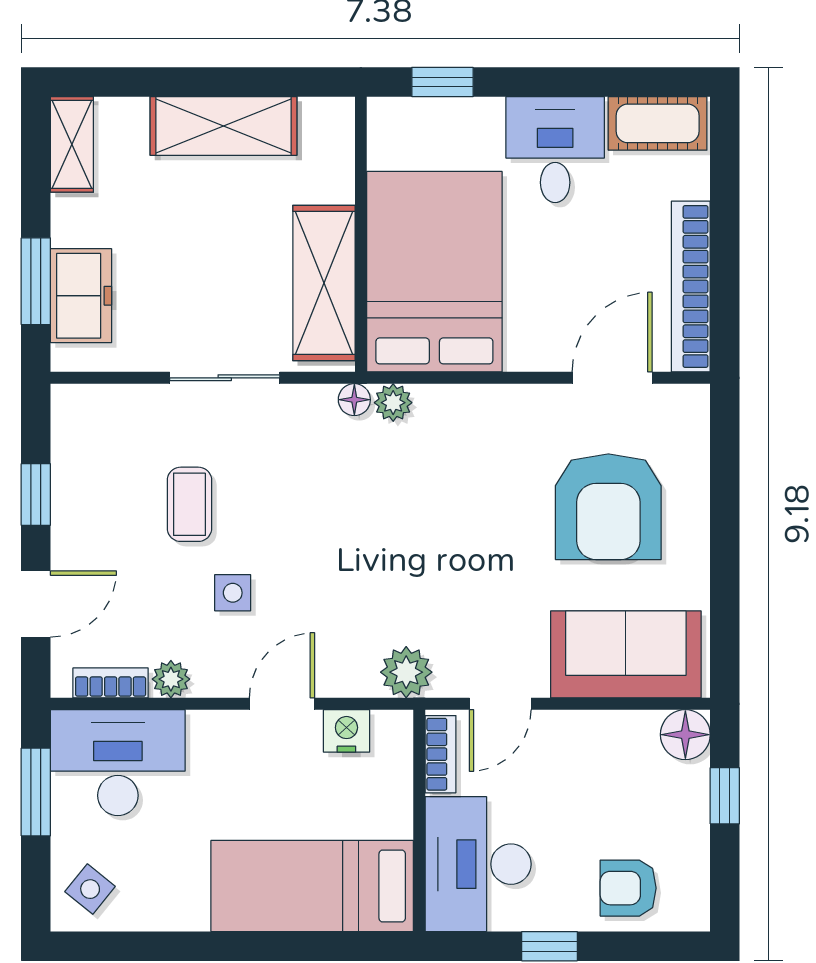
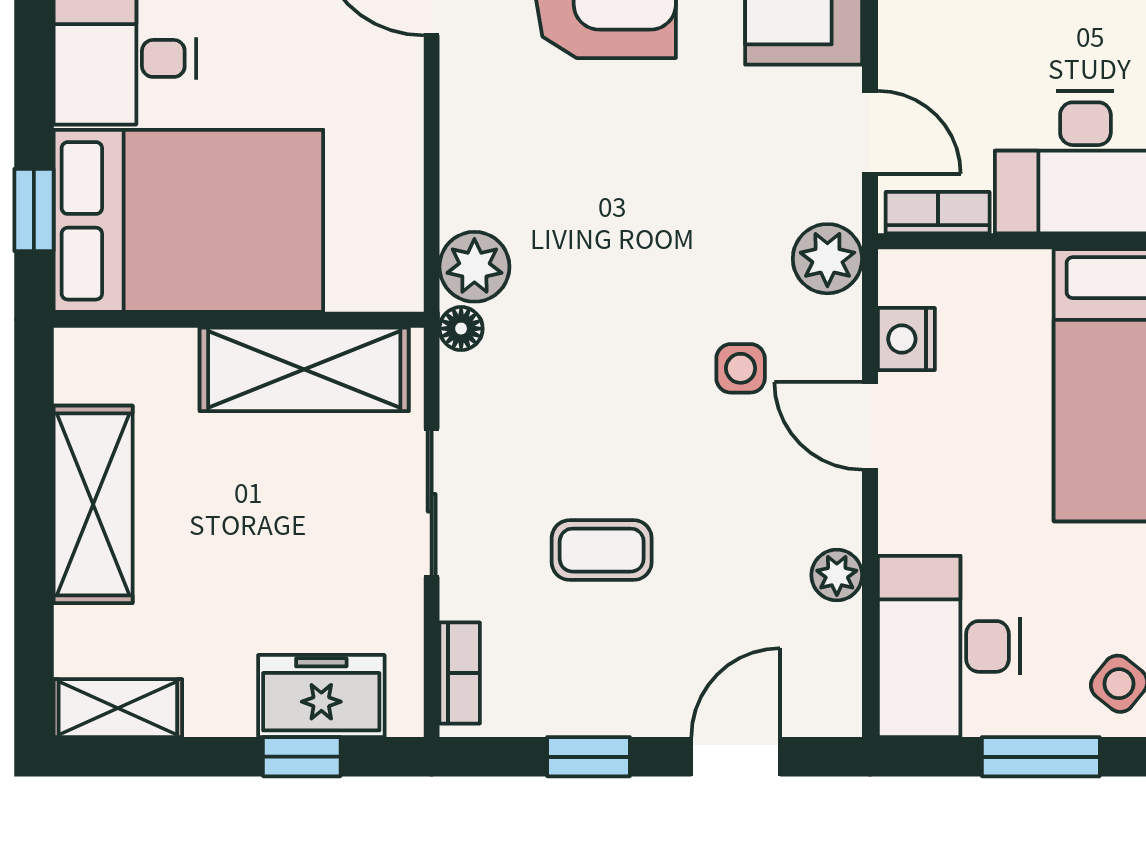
bed: (434, 272) -> (188, 221), moved, turned 180
window: (36, 281) -> (302, 757), width x0.67
plant: (393, 403) -> (474, 267), width x1.38, depth x1.38
side table: (233, 593) -> (741, 368), moved
door: (36, 604) -> (736, 757), hinge flipped
bookcase: (111, 683) -> (460, 673), moved, turned 180
window: (36, 792) -> (1041, 757), moved

